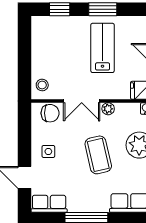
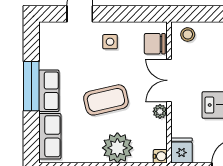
chair: (50, 113) -> (155, 44), turned 90
row of seats: (49, 204) -> (49, 91), moved

